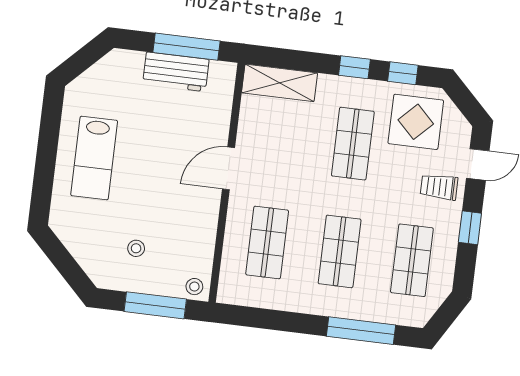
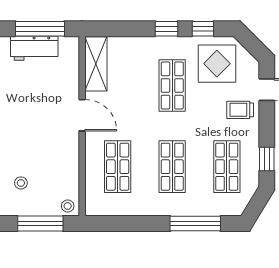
shelving: (280, 83) -> (96, 64), moved, turned 90
door: (228, 168) -> (82, 115), swing flipped
window: (470, 228) -> (267, 159), moved

